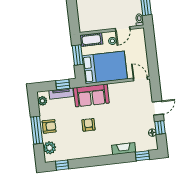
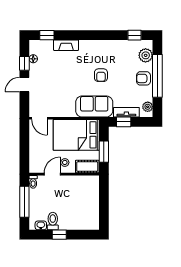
window: (37, 130) -> (157, 76), width x1.46

